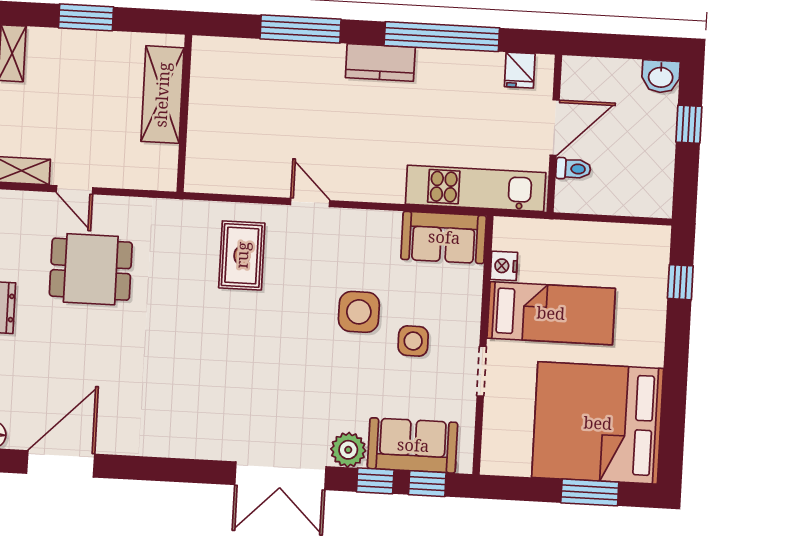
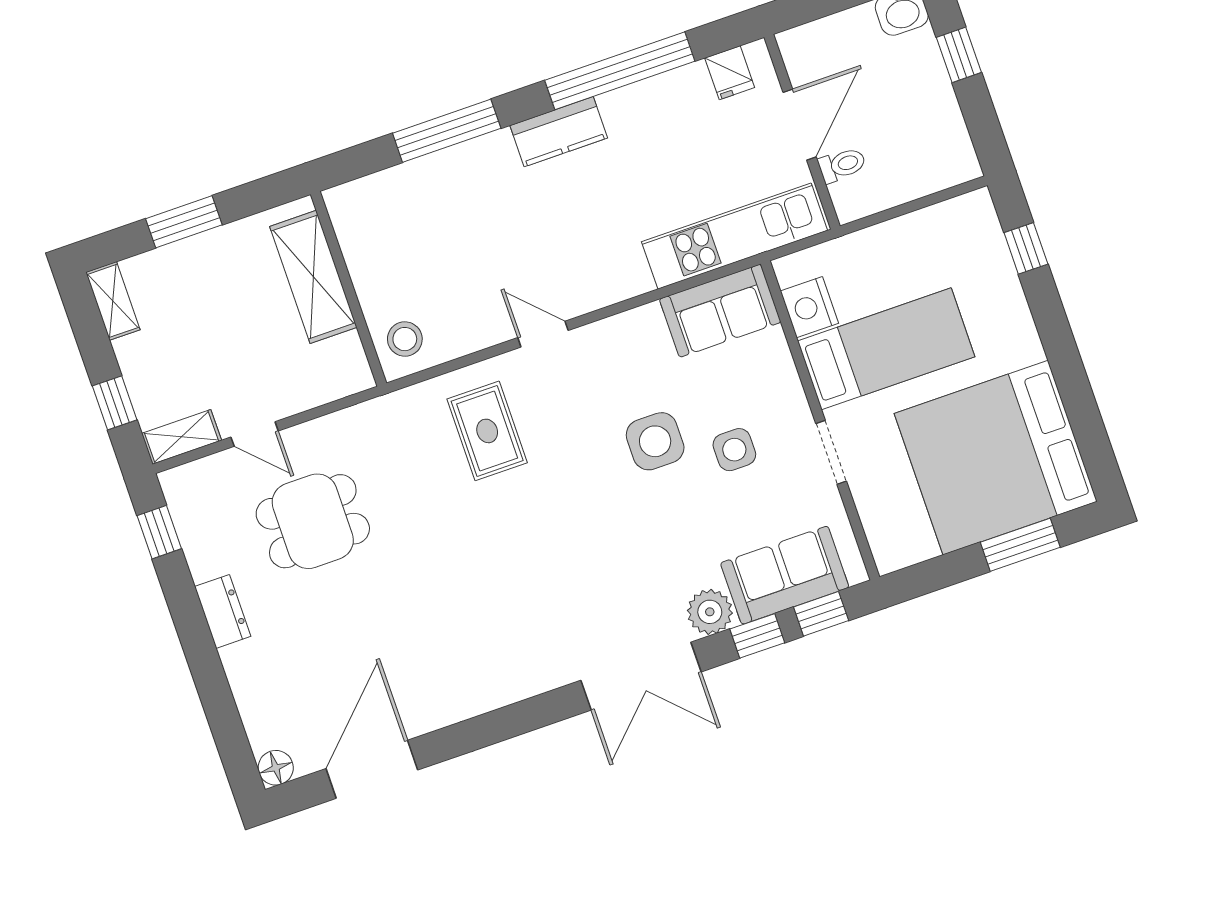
stool: (210, 166) -> (405, 339), added
nightstand: (504, 266) -> (809, 307), width x1.36, depth x1.33

